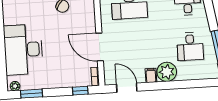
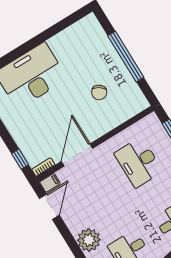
filing cabinet: (151, 75) -> (50, 183), moved

